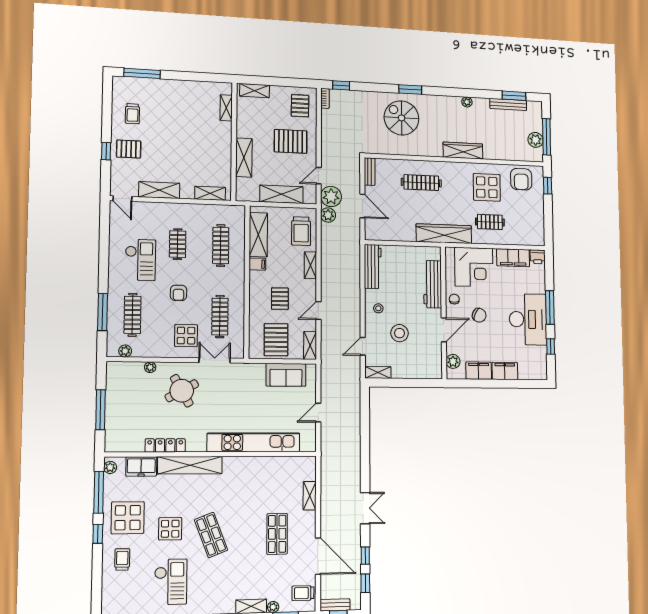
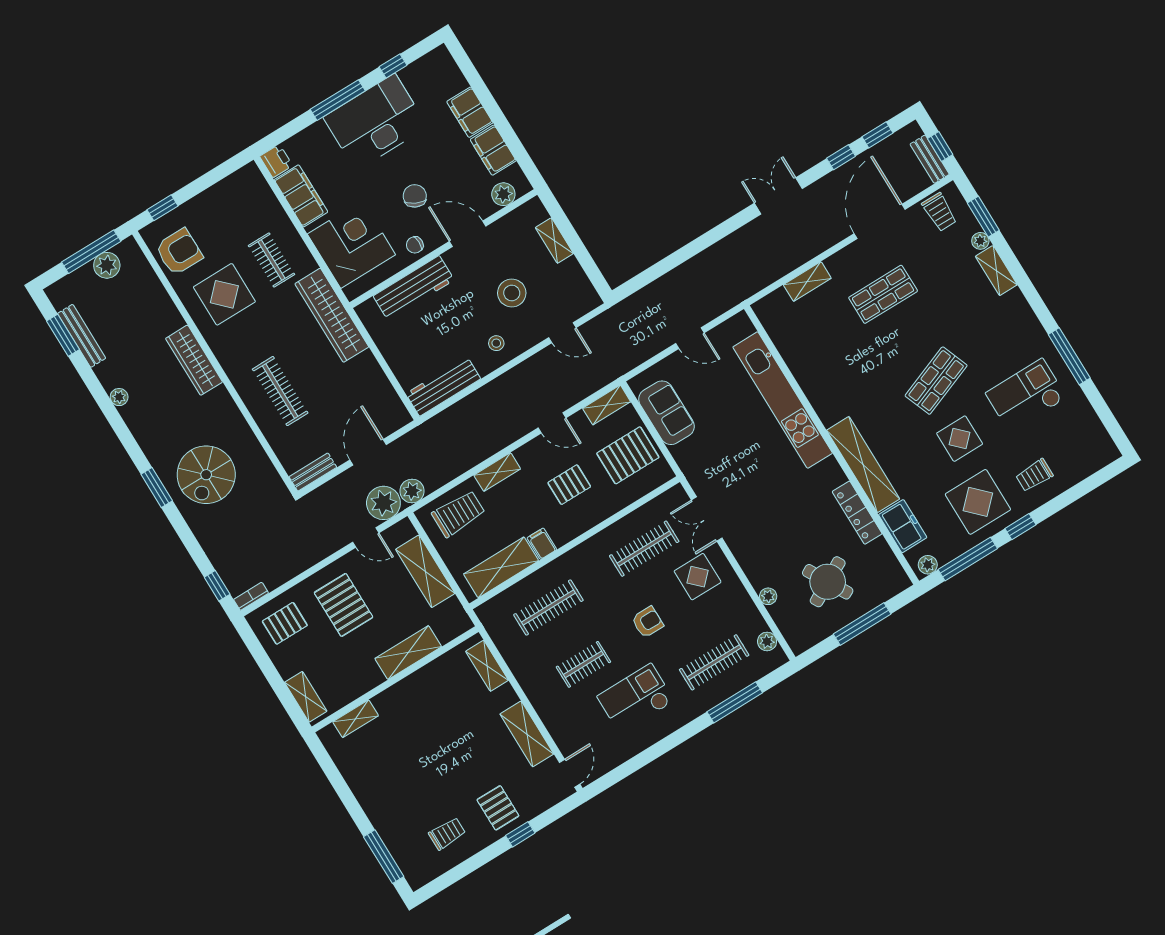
shelving: (378, 372) -> (554, 241), moved
round table: (182, 391) -> (828, 582), moved

